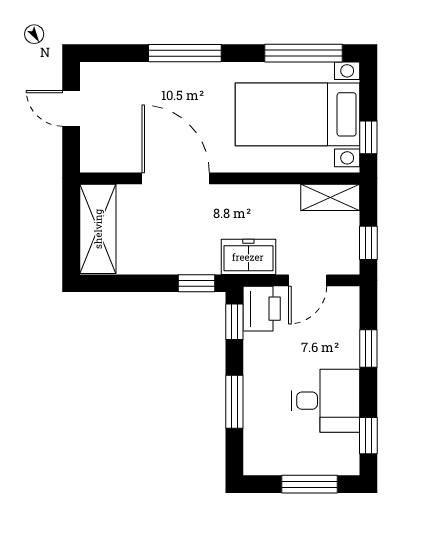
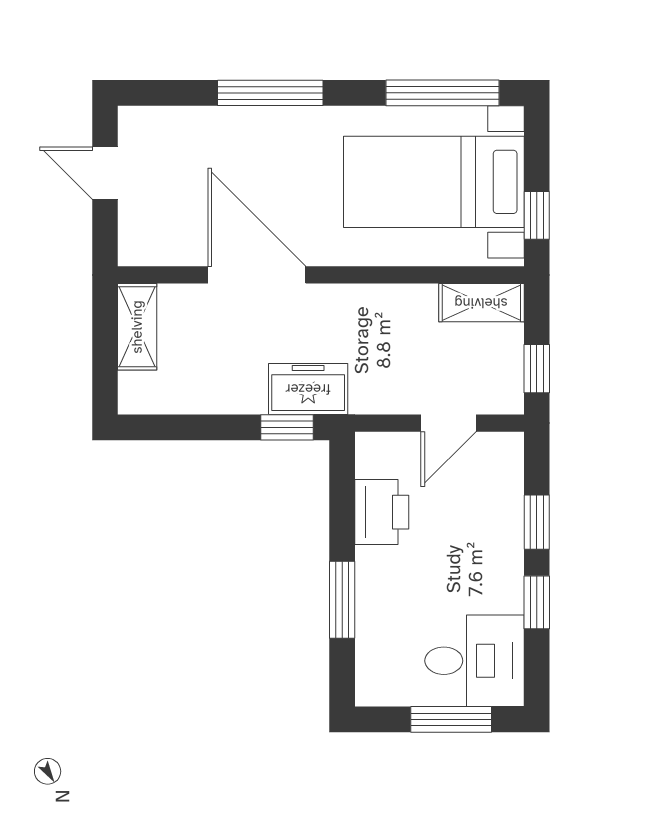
shelving: (98, 229) -> (137, 327), width x0.67, depth x0.75
freezer: (248, 257) -> (308, 389), moved
printer: (262, 309) -> (382, 512), moved
window: (234, 322) -> (342, 483), removed
desk: (325, 401) -> (475, 661), moved
window: (368, 436) -> (537, 602), moved

